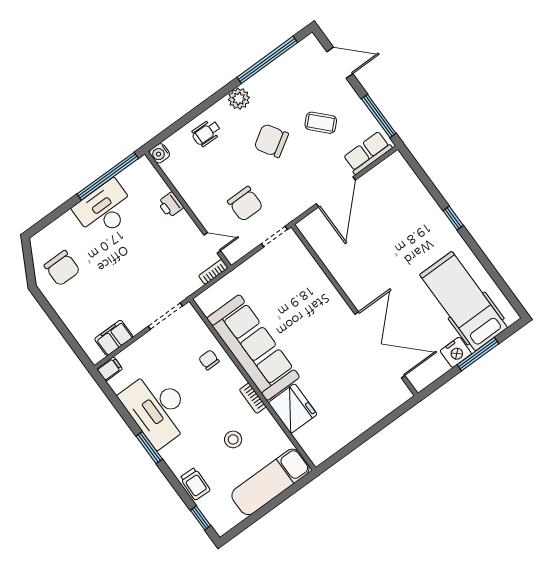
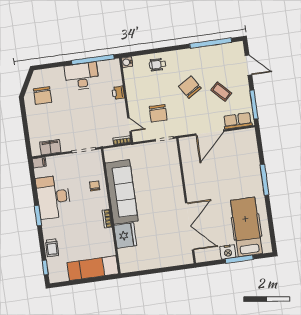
plant: (239, 99) -> (185, 56), removed
window: (453, 218) -> (265, 180), width x2.17
stool: (233, 439) -> (85, 235), removed

